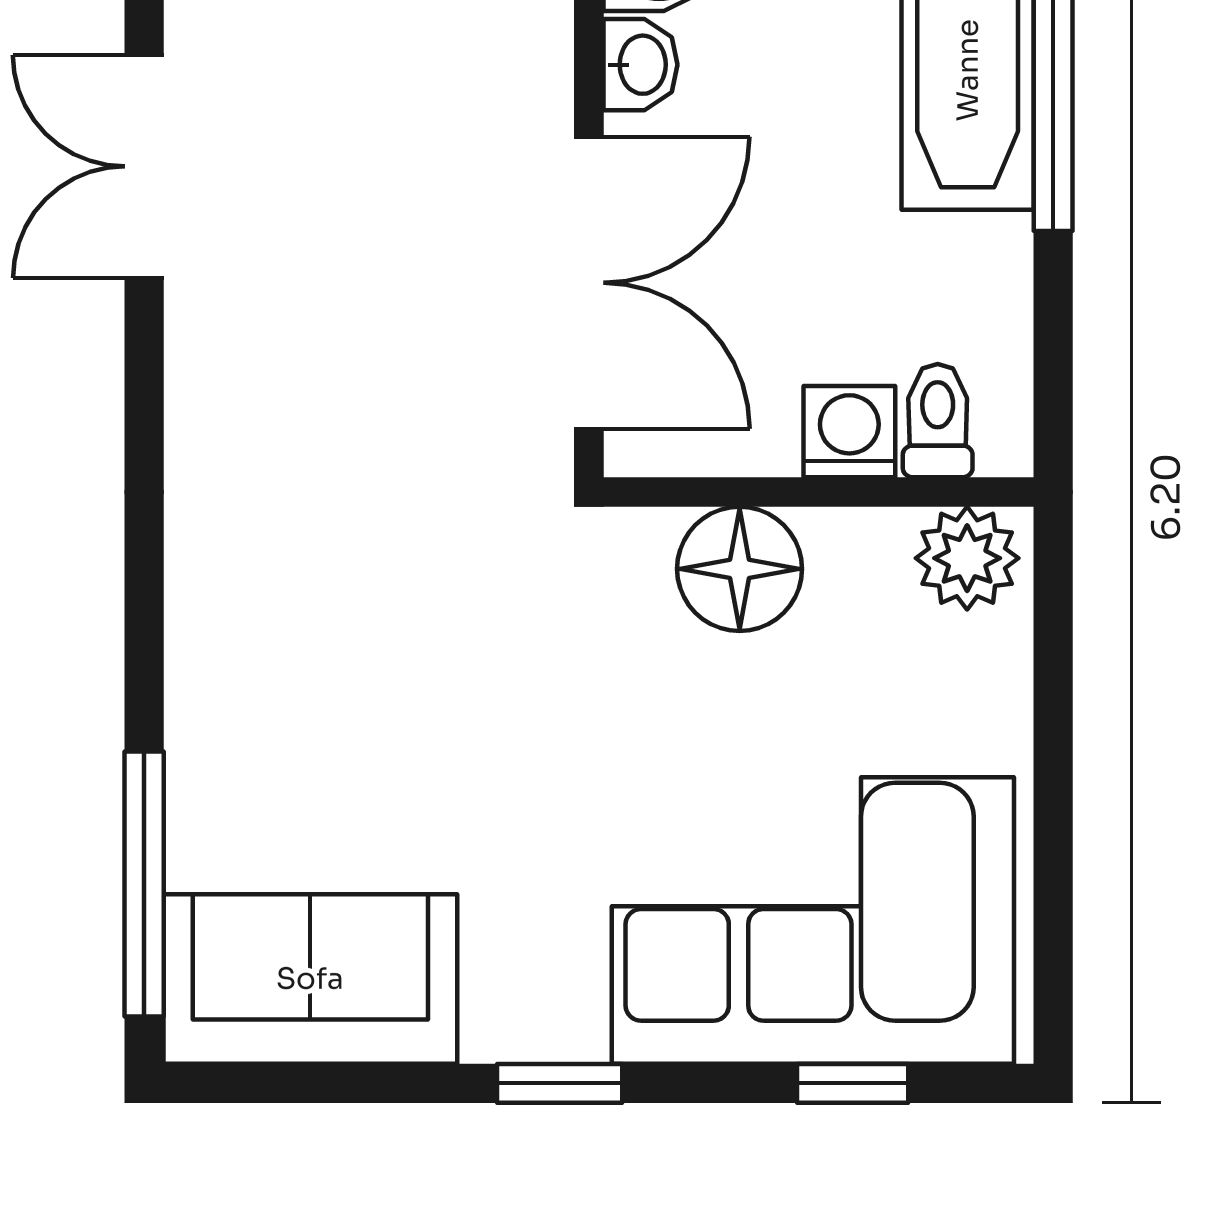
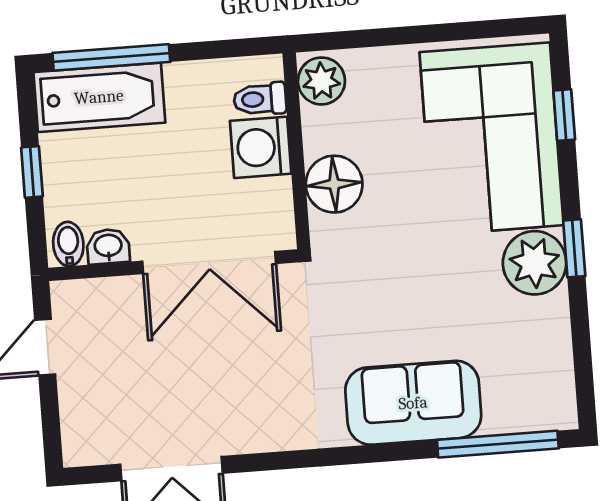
double door: (589, 283) -> (209, 262), swing flipped
washing machine: (849, 432) -> (261, 147), width x1.38, depth x1.38
sofa: (310, 979) -> (413, 403), moved, turned 90
plant: (535, 994) -> (535, 263), added

